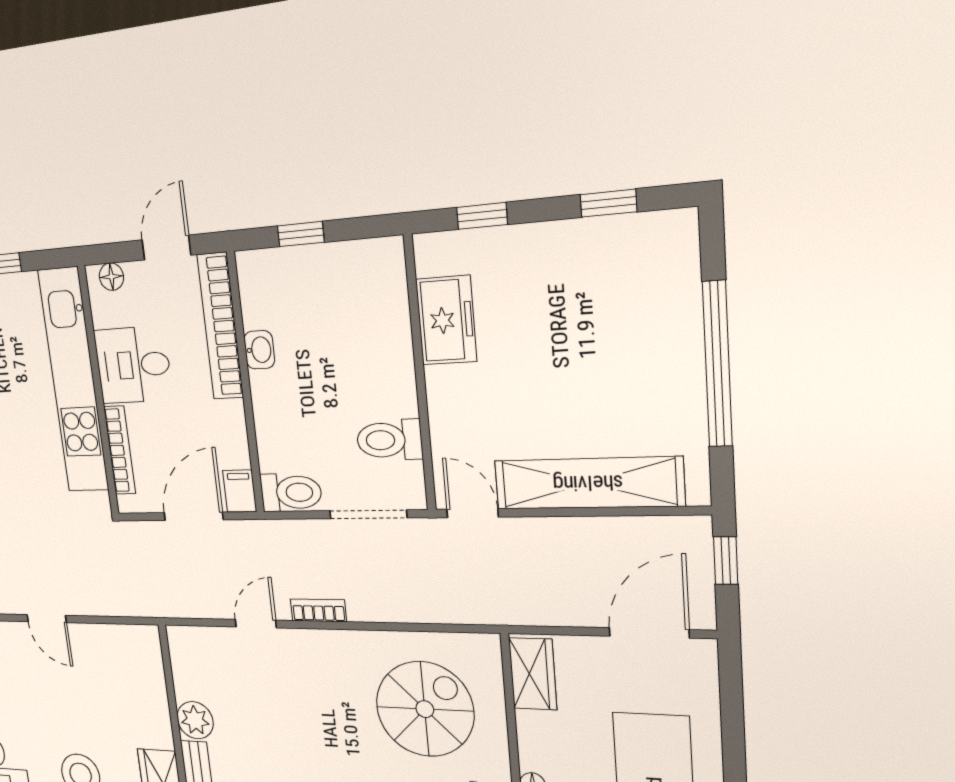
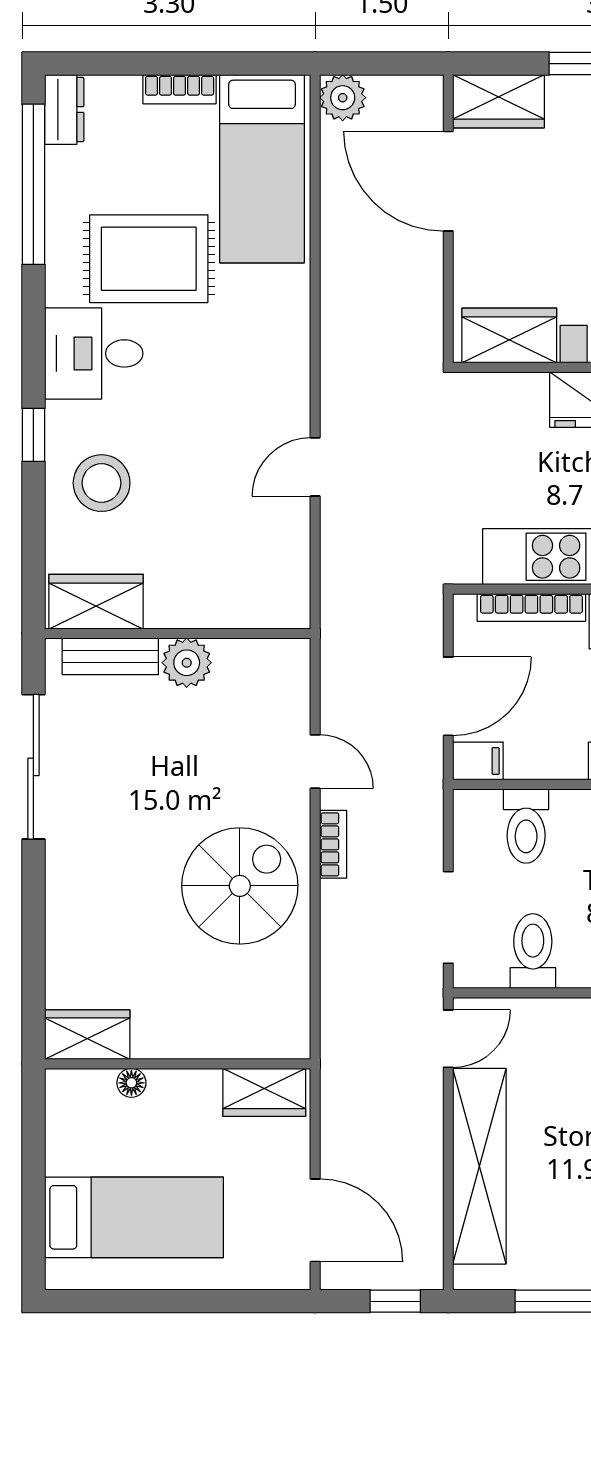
toilet: (291, 492) -> (526, 826), moved
door: (194, 516) -> (448, 696), hinge flipped
spiral stairs: (425, 709) -> (240, 886), moved, turned -90

